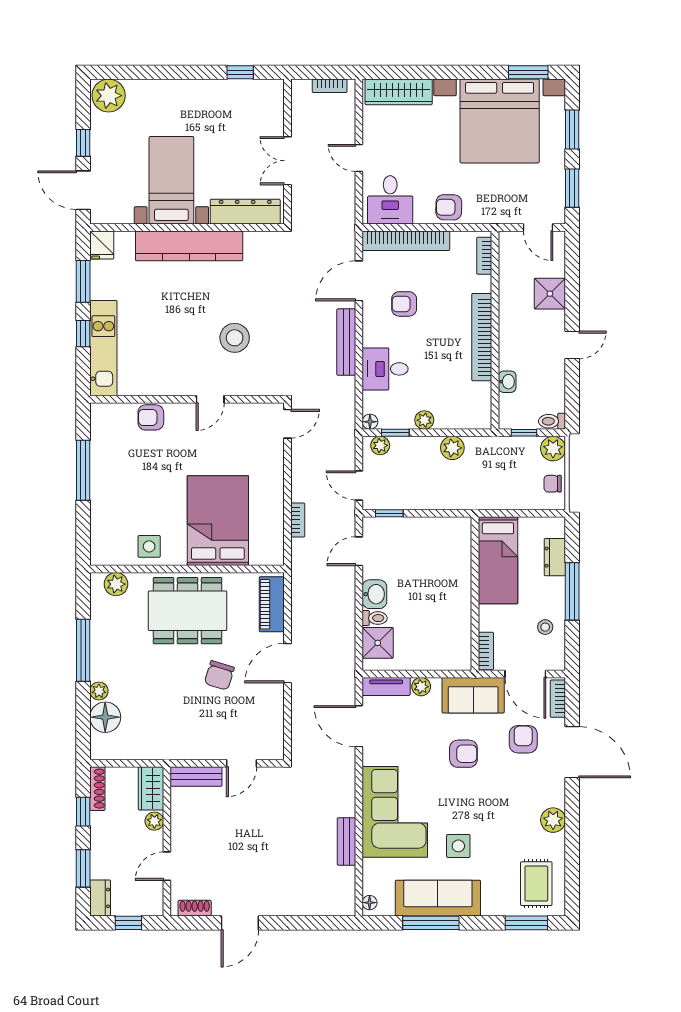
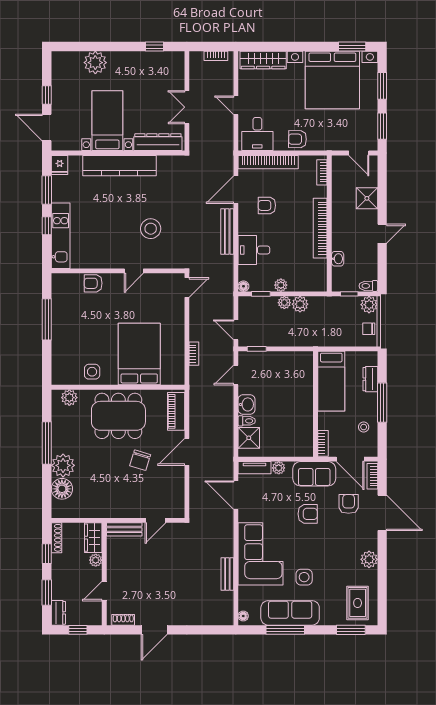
plant: (109, 96) -> (95, 63), moved
plant: (380, 445) -> (284, 303), moved
plant: (99, 691) -> (63, 465), width x1.87, depth x1.87

